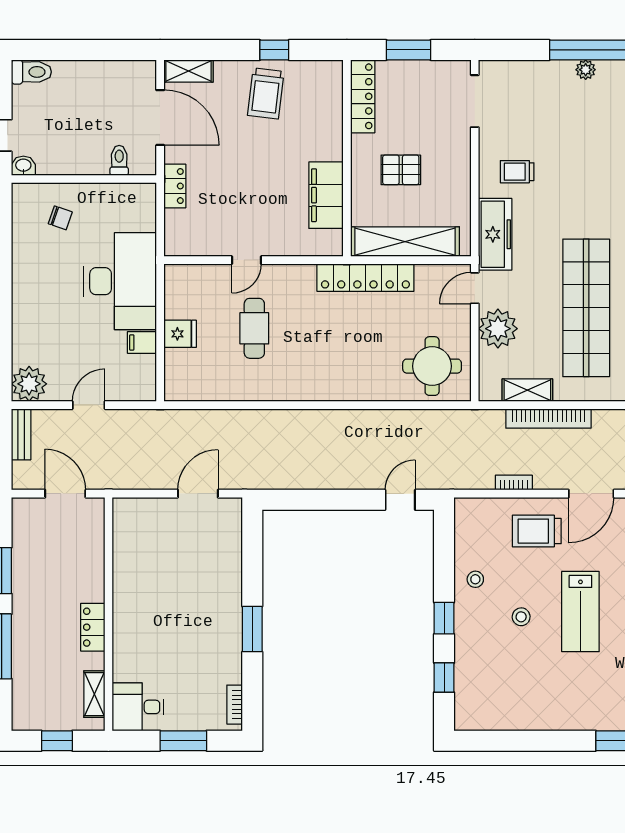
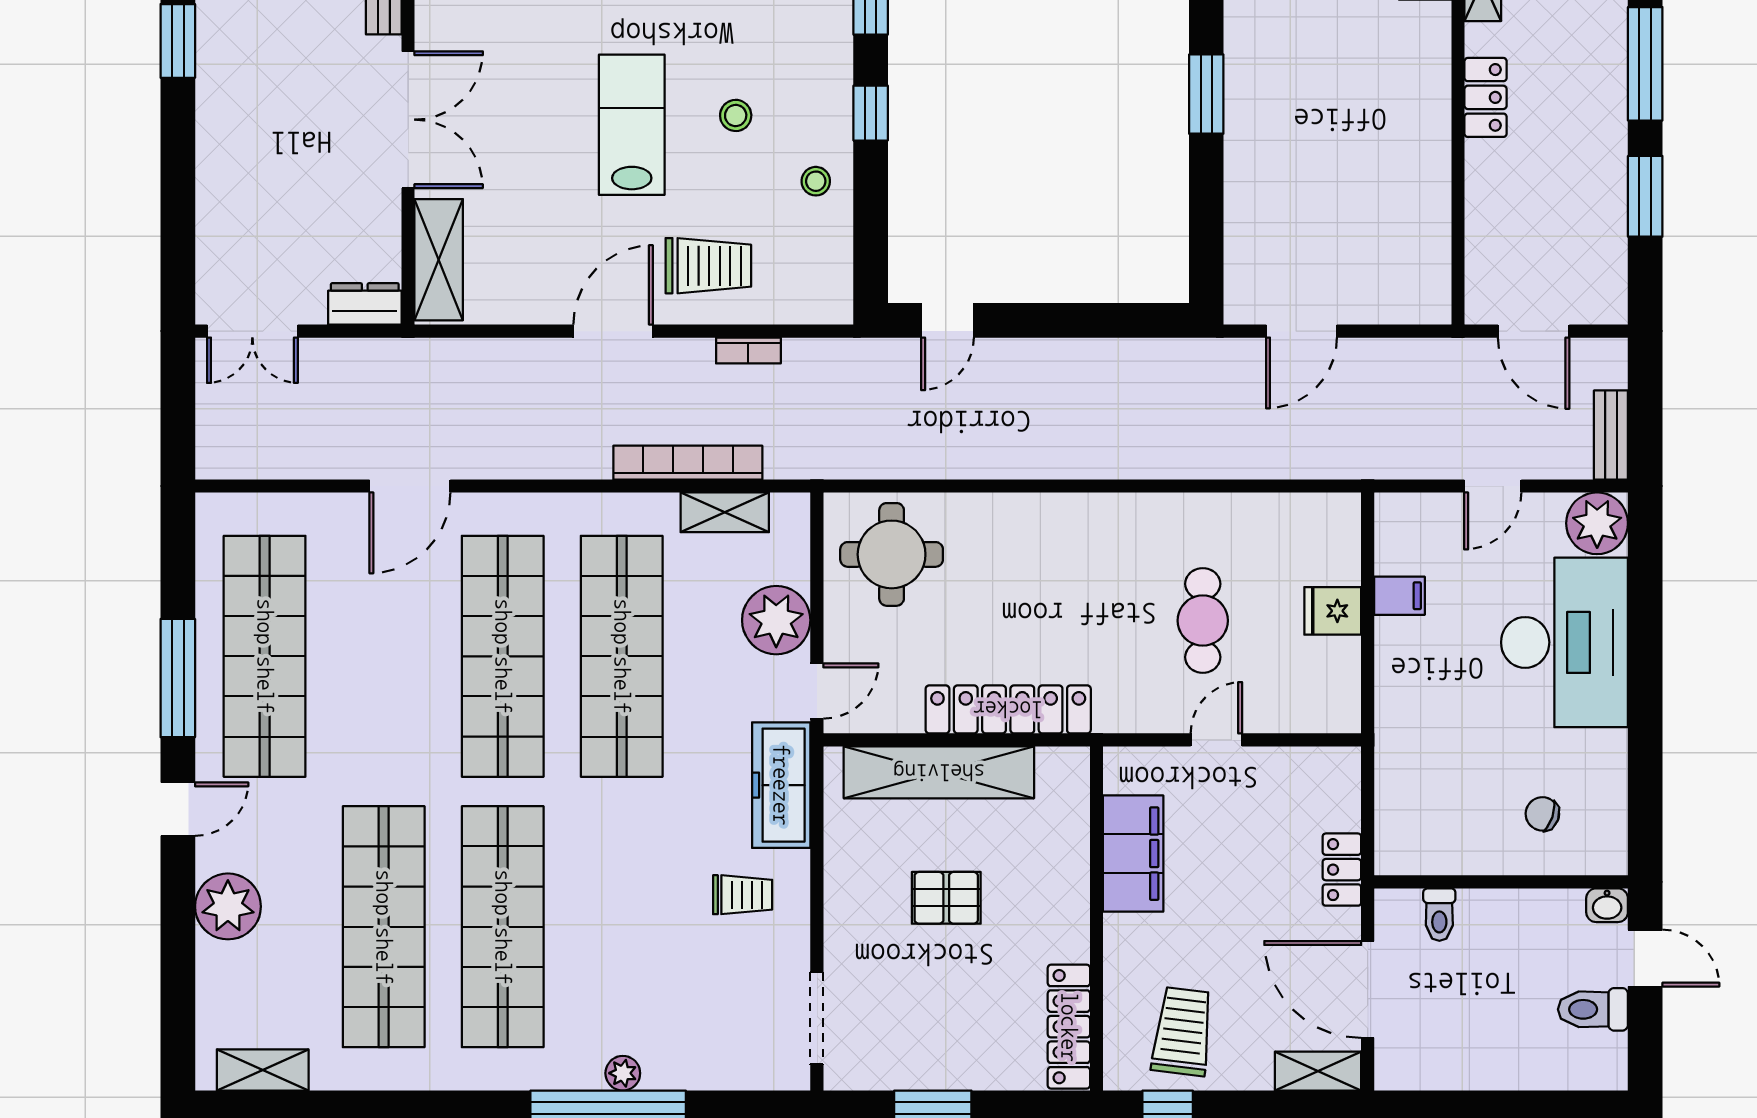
toilet: (31, 72) -> (1593, 1009), moved
locker: (363, 96) -> (1069, 1027), moved
wall: (347, 158) -> (1097, 918), moved
filing cabinet: (326, 195) -> (1133, 854), moved
desk: (120, 281) -> (1564, 642), moved, turned 180

